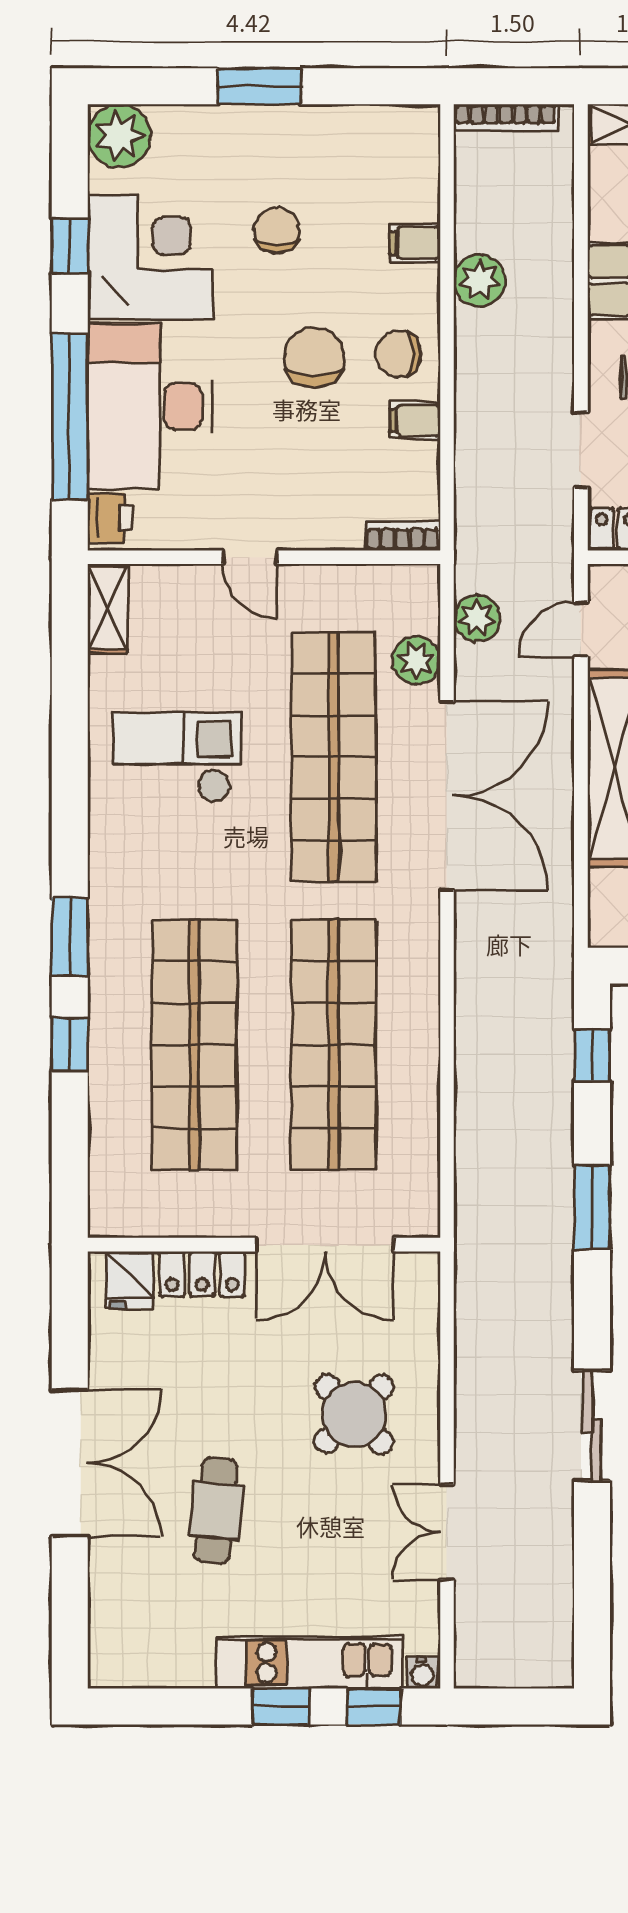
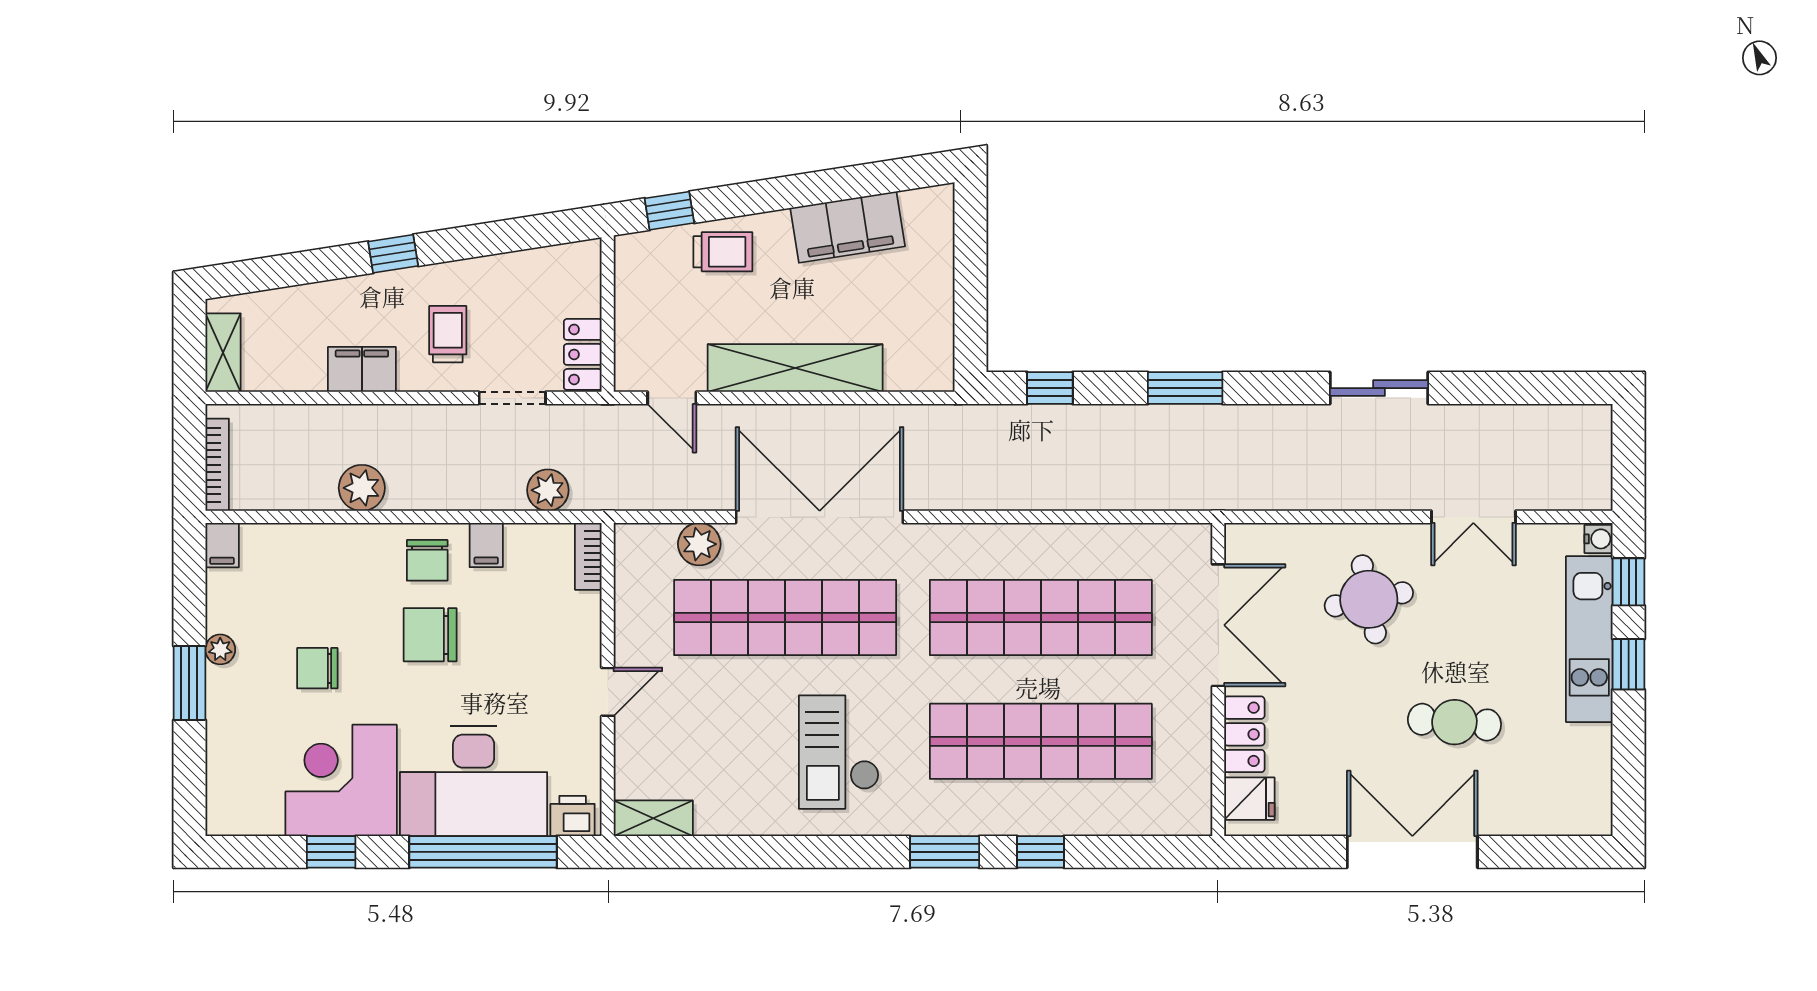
plant: (119, 136) -> (220, 649), moved, width x0.53, depth x0.53
filing cabinet: (415, 243) -> (222, 545), moved
plant: (477, 618) -> (548, 490), moved
checkout: (177, 757) -> (839, 752), moved
round table: (354, 1414) -> (1369, 599), turned 33

